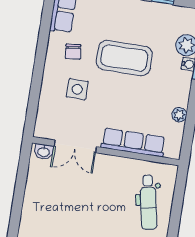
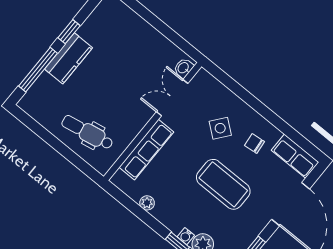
coffee table: (124, 58) -> (223, 184), turned 90
side table: (77, 89) -> (220, 128), turned 38

